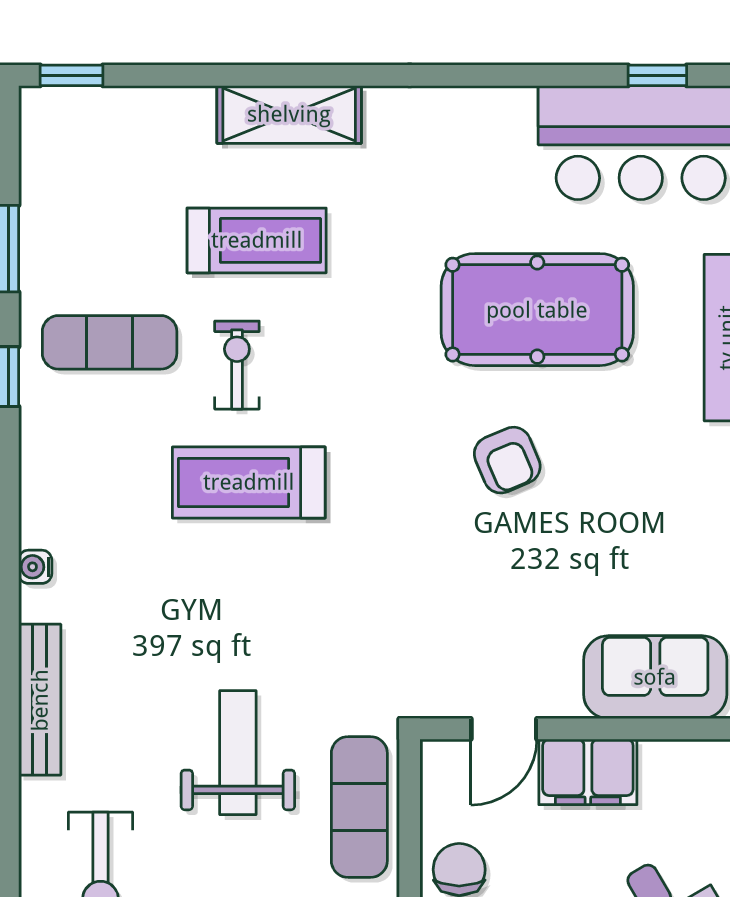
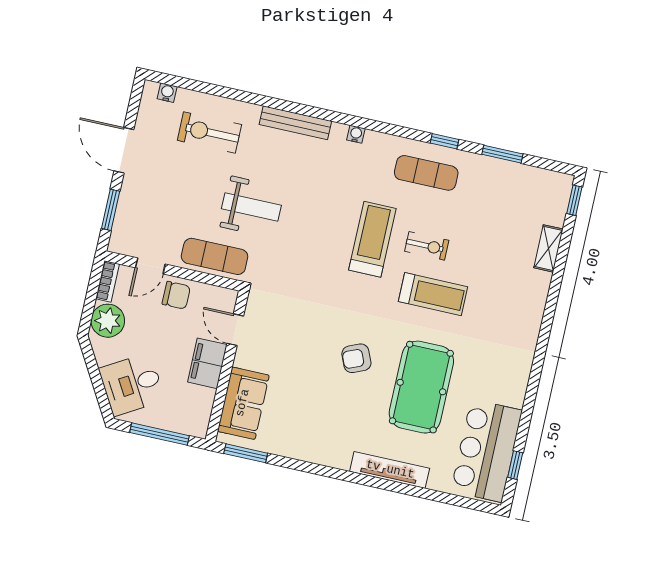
shelving: (289, 114) -> (548, 248), moved, width x0.67, depth x0.75
treadmill: (257, 240) -> (433, 294), moved, turned -90
exercise mat: (110, 342) -> (426, 173), moved, turned 90

